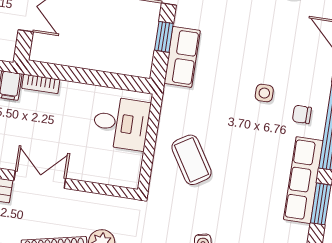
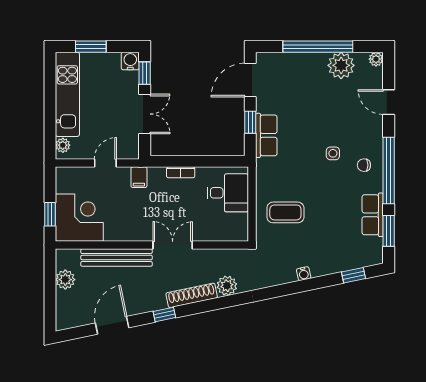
bookcase: (41, 84) -> (181, 172), moved
coffee table: (192, 160) -> (285, 212), turned -58
row of seats: (303, 180) -> (373, 215), width x0.68

